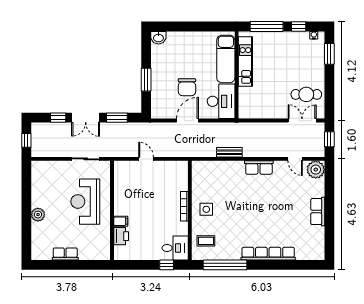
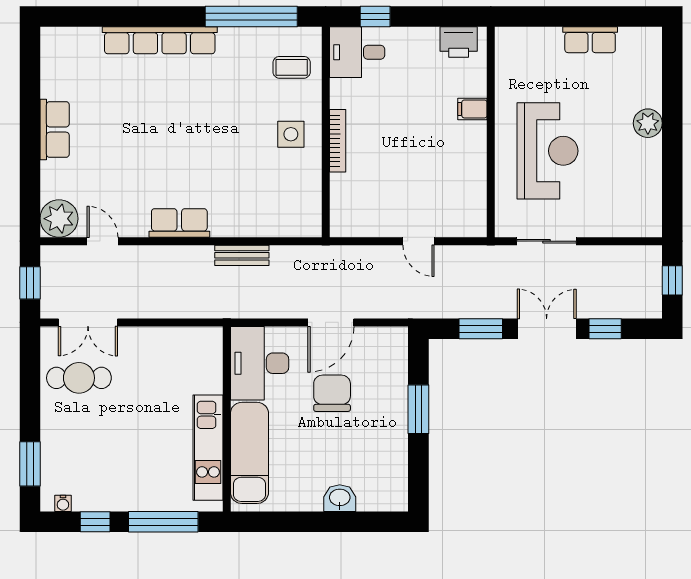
washbasin: (158, 38) -> (340, 498), moved
printer: (121, 236) -> (459, 42), moved, turned -90

